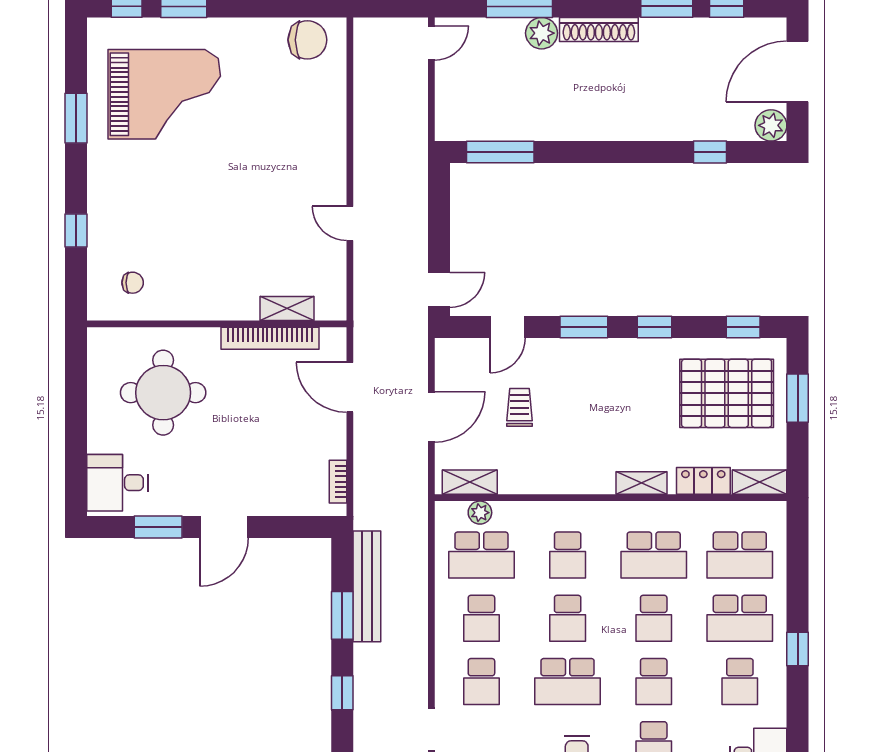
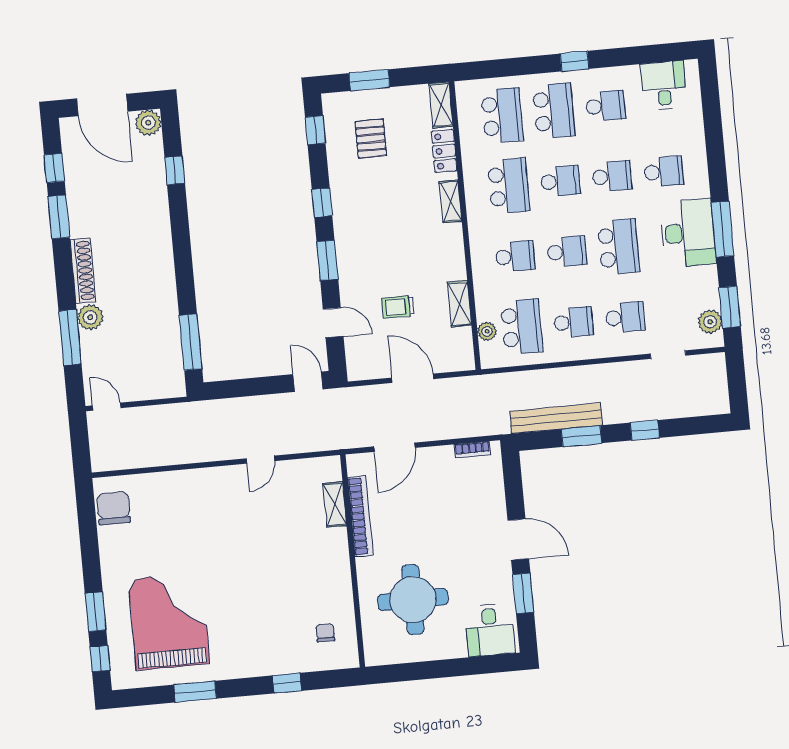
pallet: (727, 393) -> (371, 139), width x0.49, depth x0.50
shelving: (470, 482) -> (459, 304), moved

